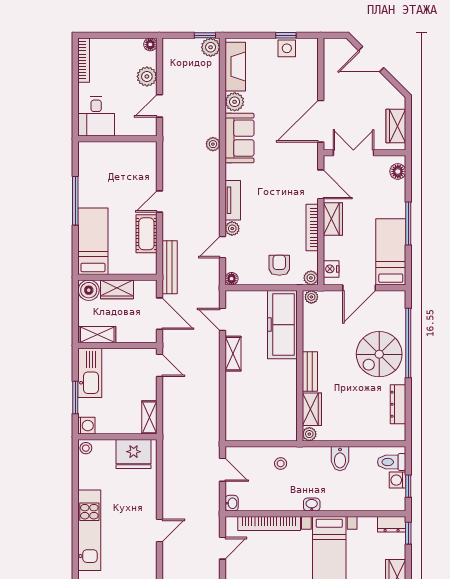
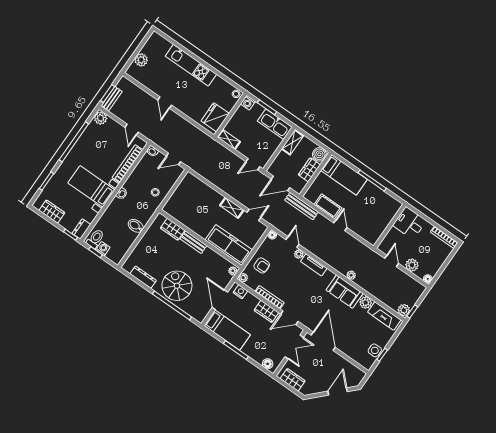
plant: (309, 434) -> (160, 219), removed
toilet: (392, 462) -> (95, 239), moved

